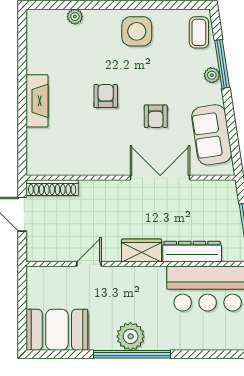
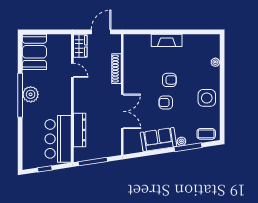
armchair: (156, 116) -> (166, 102), moved
sofa: (212, 135) -> (158, 139), moved
shoe rack: (52, 188) -> (116, 69), moved
wardrobe: (142, 250) -> (80, 46), moved

